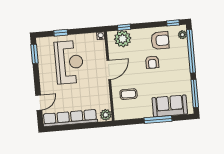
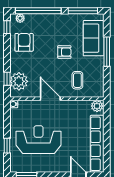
armchair: (152, 62) -> (64, 52), moved

